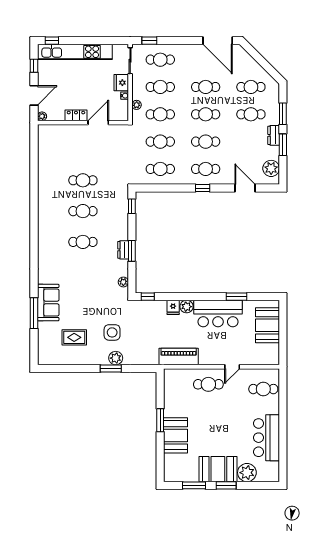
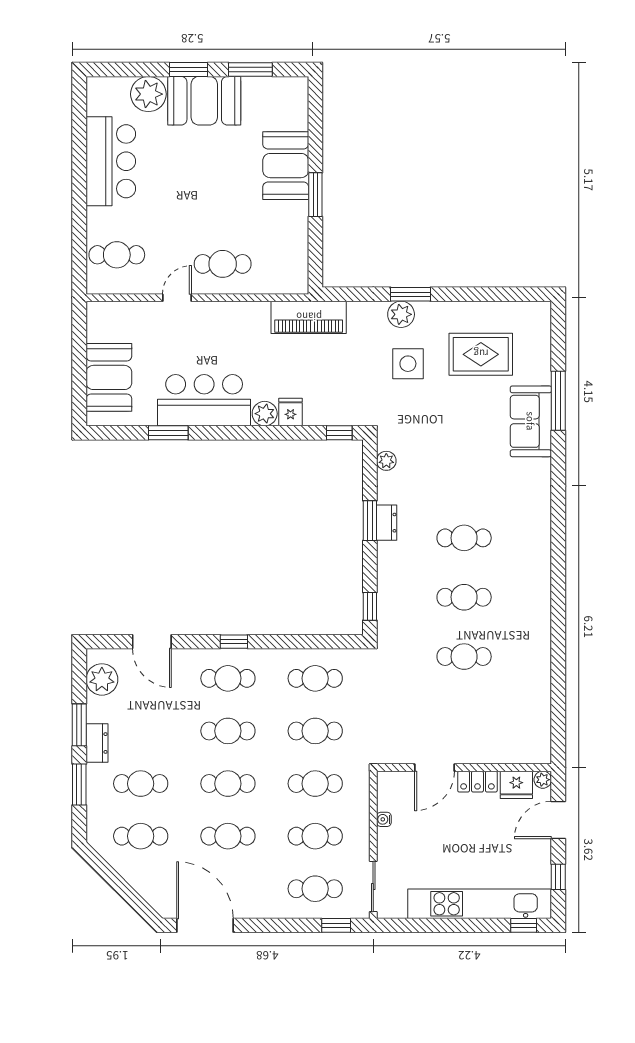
fridge: (121, 83) -> (516, 785), moved, turned 90
plant: (137, 105) -> (361, 802), removed
rug: (74, 337) -> (481, 354), width x1.36, depth x1.43
piano: (179, 357) -> (309, 317), moved

